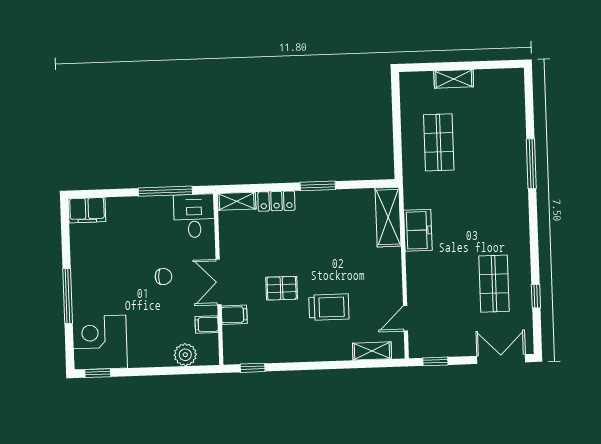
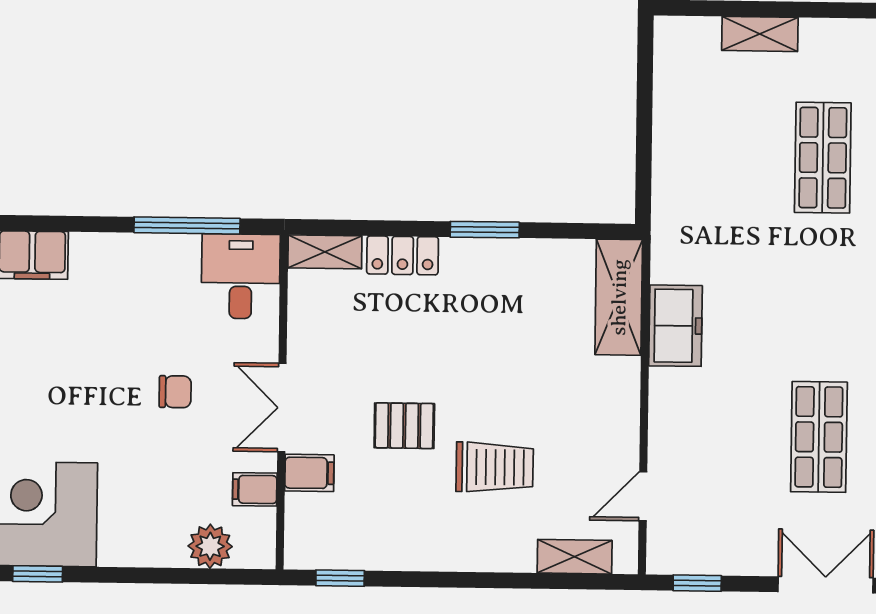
shop shelf: (439, 142) -> (823, 158), moved

